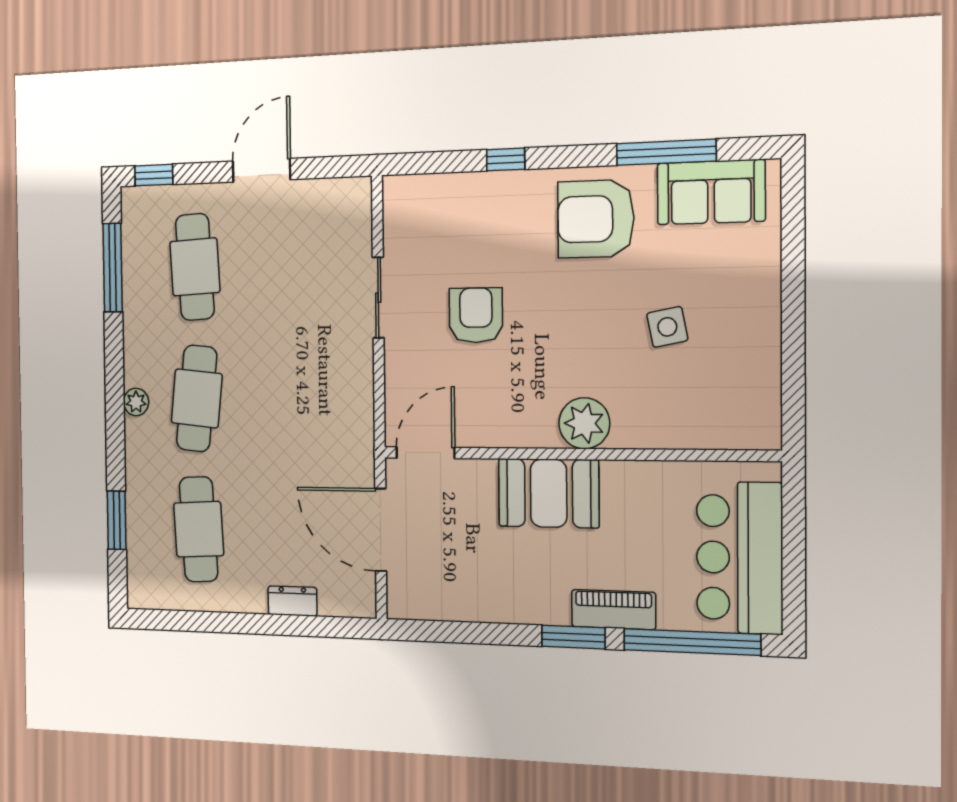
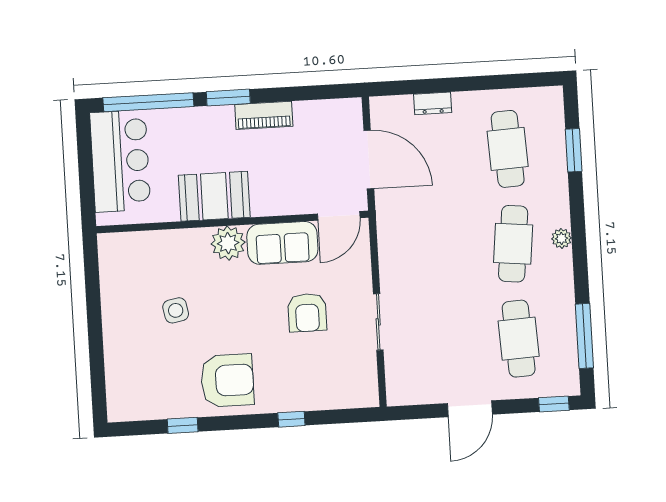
window: (666, 152) -> (183, 425), width x0.46
sofa: (711, 192) -> (282, 243), moved, turned 180
booth: (549, 493) -> (214, 196), moved
piano: (614, 610) -> (264, 115), moved

